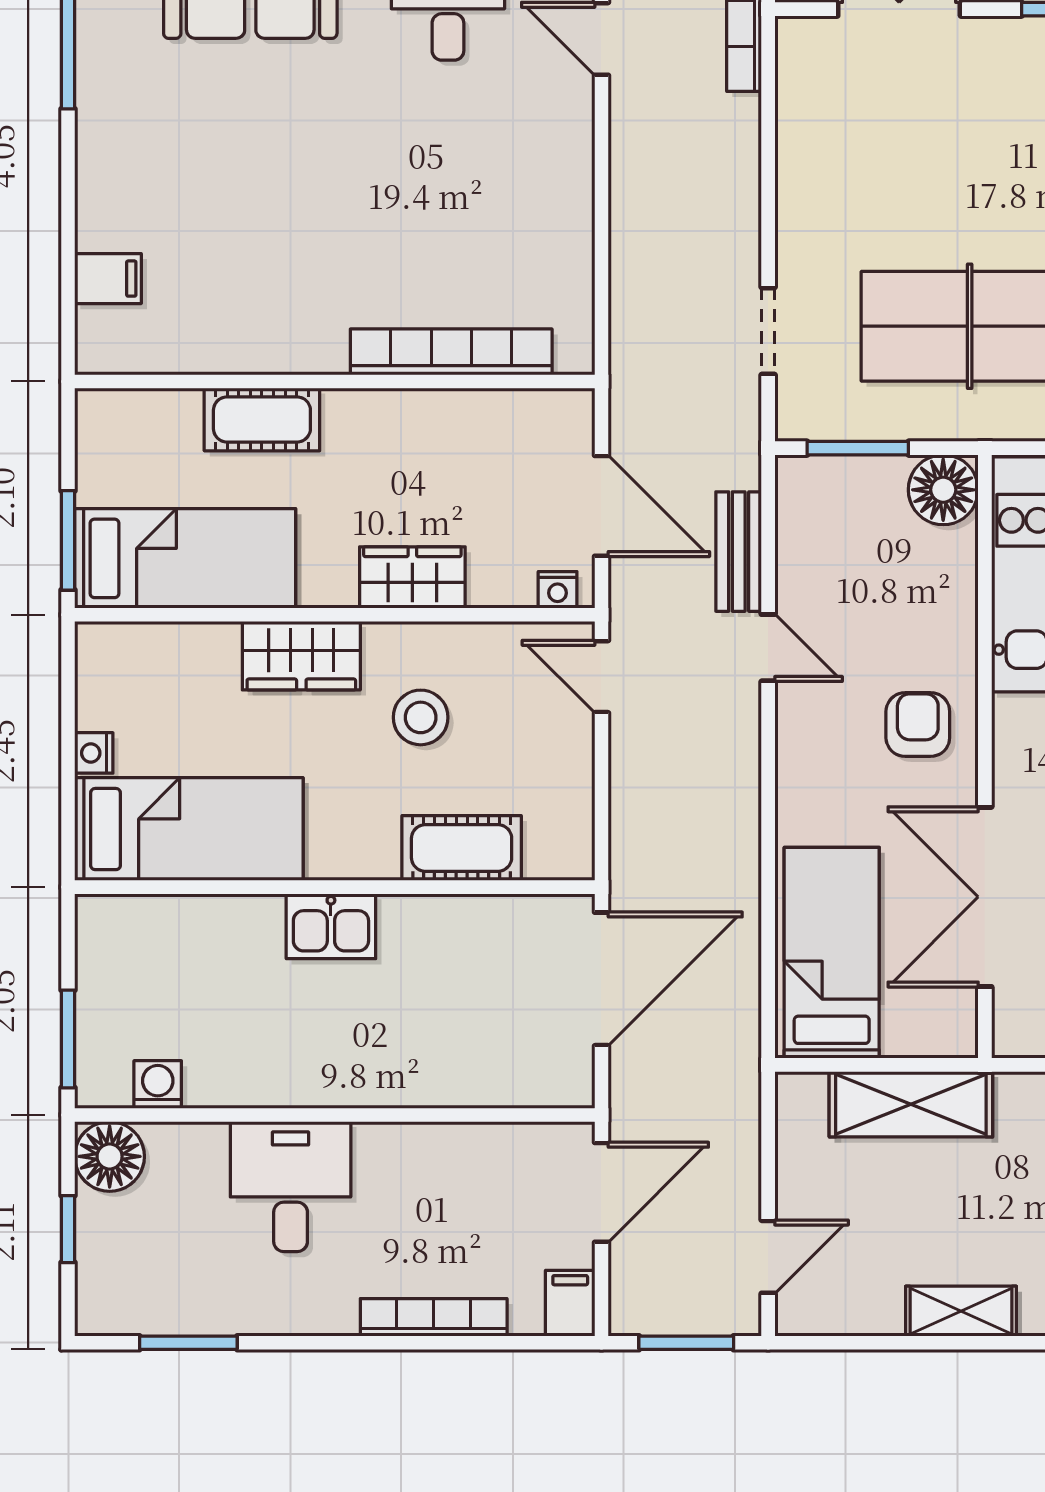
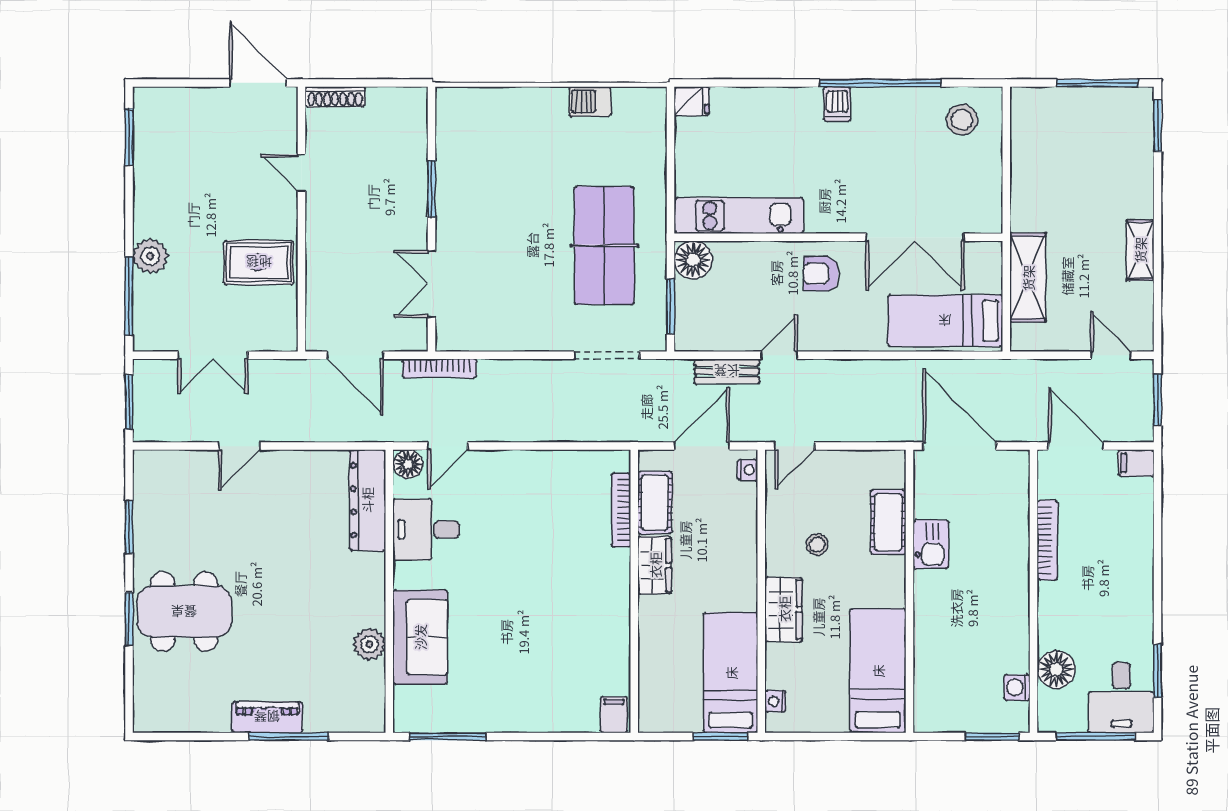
filing cabinet: (108, 279) -> (614, 715), moved
doorway: (768, 331) -> (607, 355), width x1.38
bookcase: (451, 352) -> (621, 510), width x0.68, depth x0.76
cot: (262, 419) -> (655, 503), moved
wardrobe: (412, 577) -> (655, 565), moved, turned 180
stool: (421, 717) -> (817, 544), width x0.73, depth x0.73
nightstand: (94, 753) -> (775, 701), moved, turned 90
kitchen sink: (331, 926) -> (931, 545), moved
floor lamp: (110, 1156) -> (1056, 669), moved
desk: (291, 1187) -> (1121, 697), moved, turned -90
window: (68, 1229) -> (1096, 736), width x2.17
bookcase: (434, 1317) -> (1047, 540), moved, turned 180

